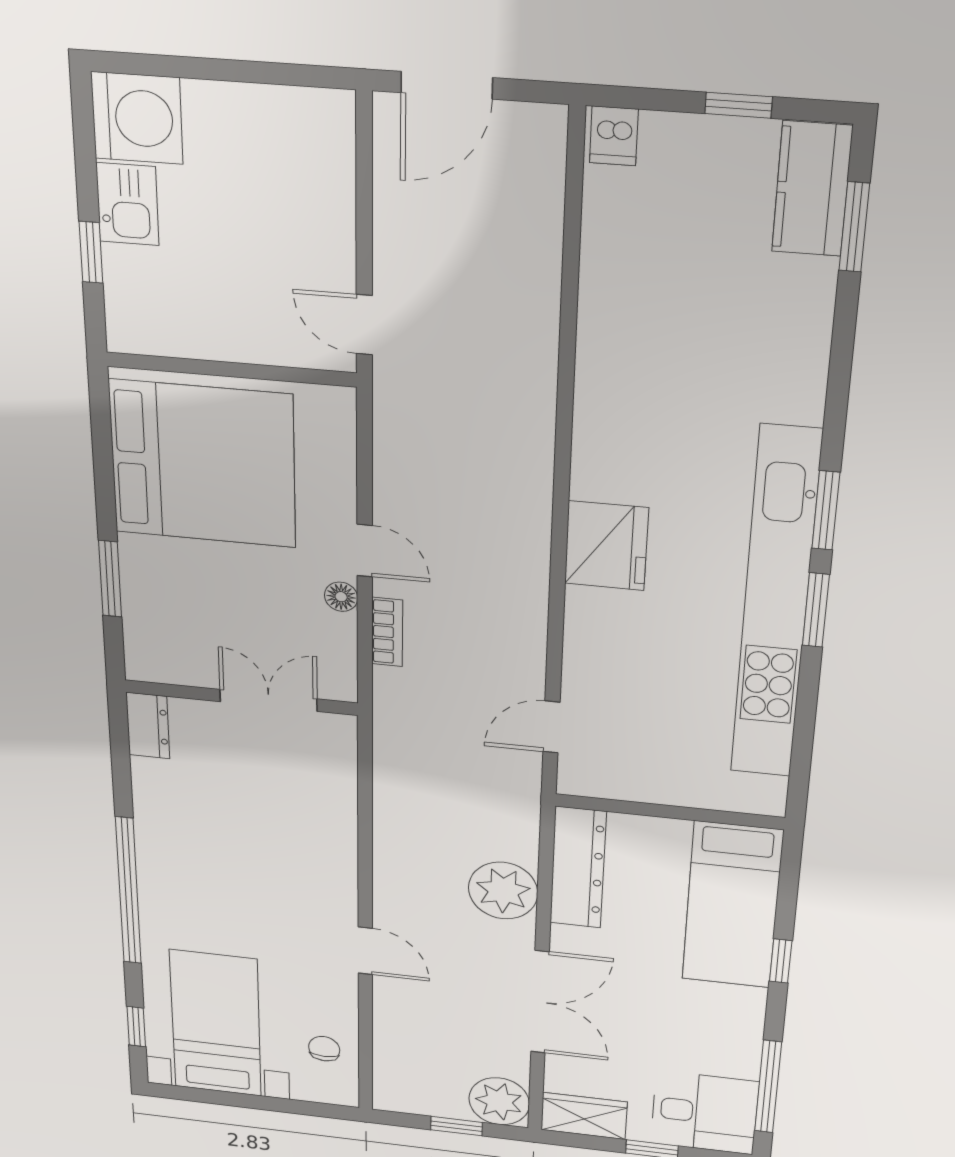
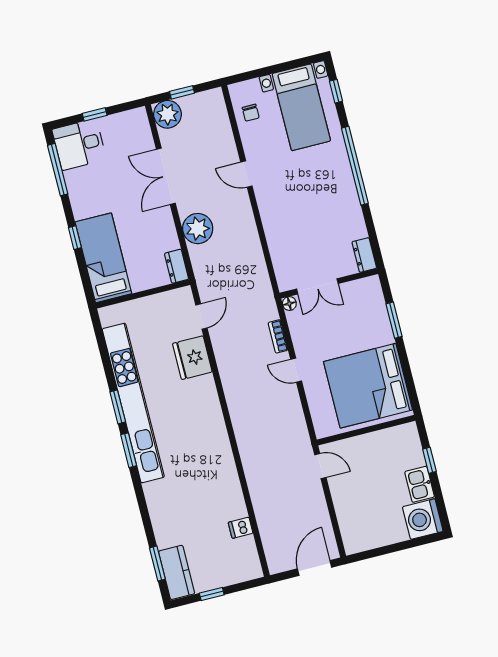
dishwasher: (614, 136) -> (241, 528), moved, turned -90
fridge: (606, 546) -> (192, 358), moved
floor lamp: (341, 597) -> (289, 304), moved
dresser: (578, 868) -> (177, 266), width x0.51, depth x0.80
wardrobe: (584, 1116) -> (129, 121), removed

